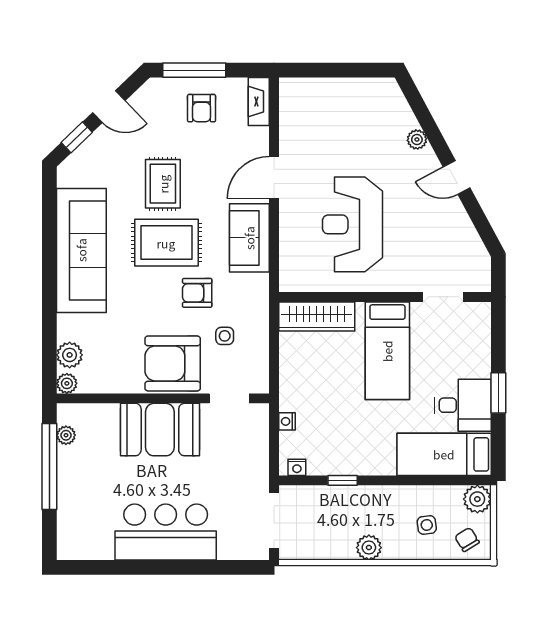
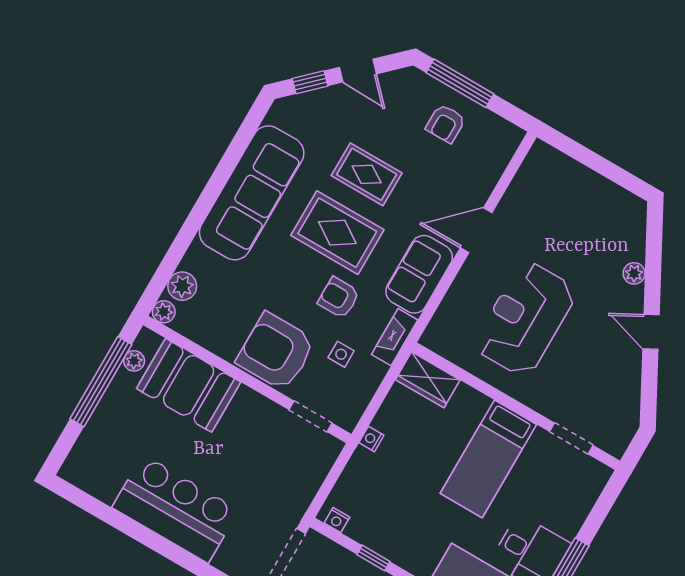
fireplace: (259, 102) -> (395, 337), moved
rug: (163, 184) -> (367, 174), turned 90
wardrobe: (317, 316) -> (428, 380), width x0.67
nightstand: (287, 421) -> (371, 439), moved
booth: (160, 430) -> (189, 385), moved

